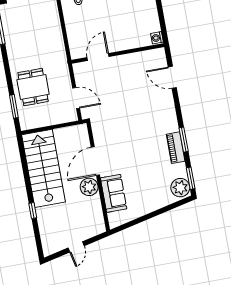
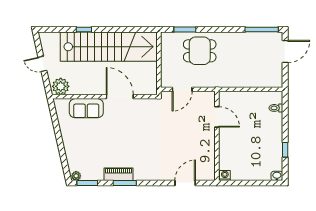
stairs: (43, 168) -> (109, 47), width x1.36
plant: (89, 187) -> (61, 86), moved
plant: (180, 188) -> (76, 176), width x0.53, depth x0.53

